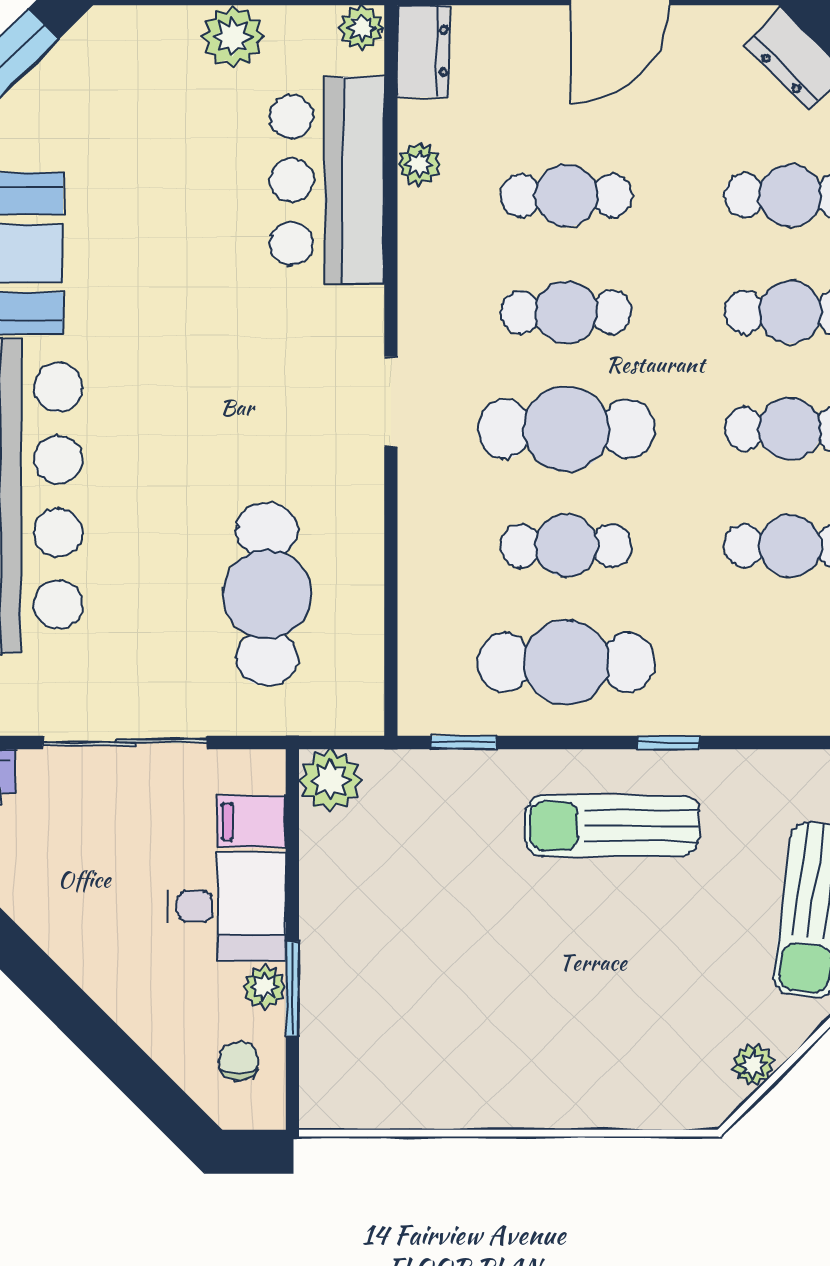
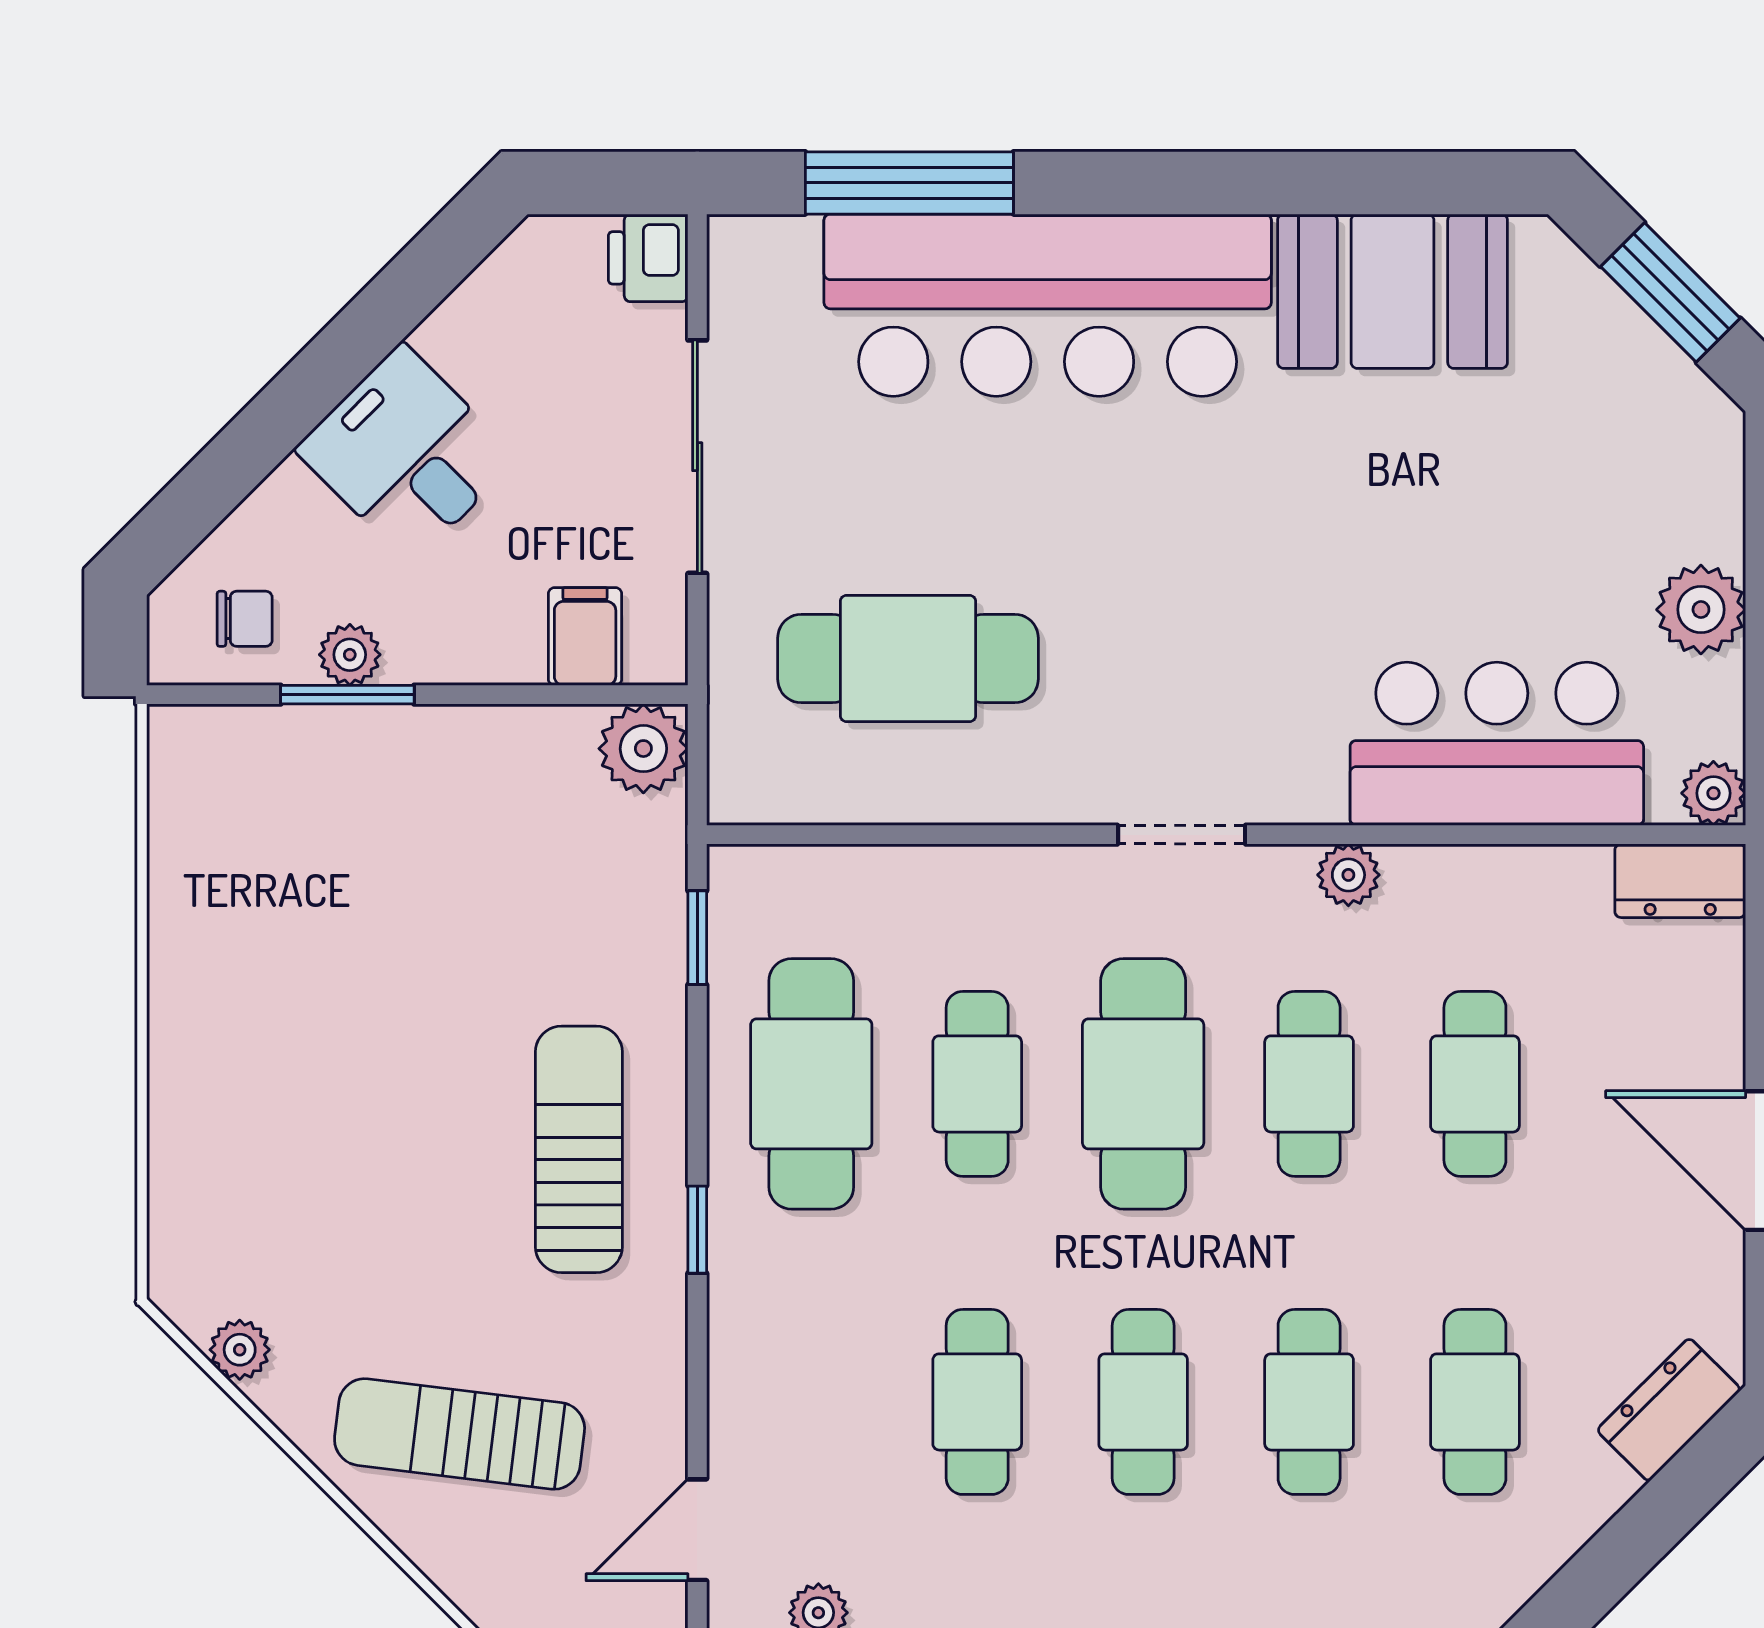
plant: (419, 164) -> (1348, 875), moved
desk: (227, 906) -> (407, 454), moved, turned 135

